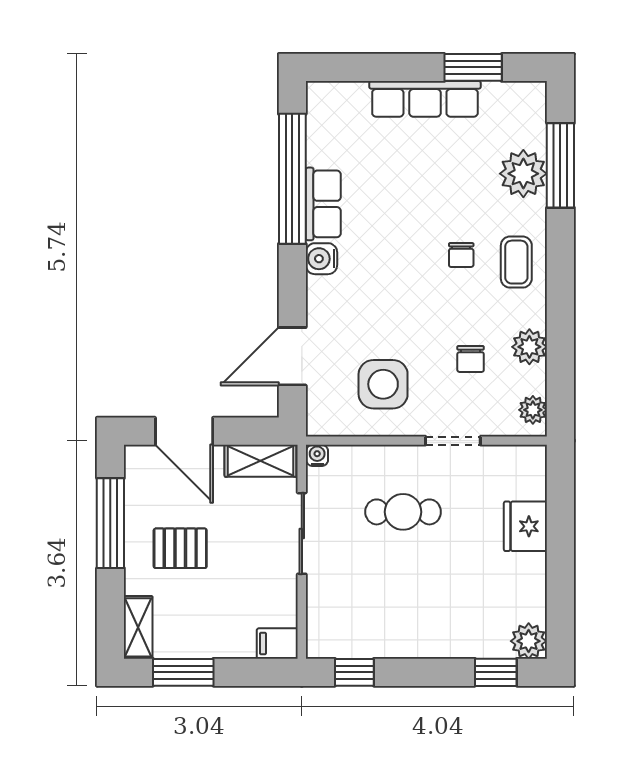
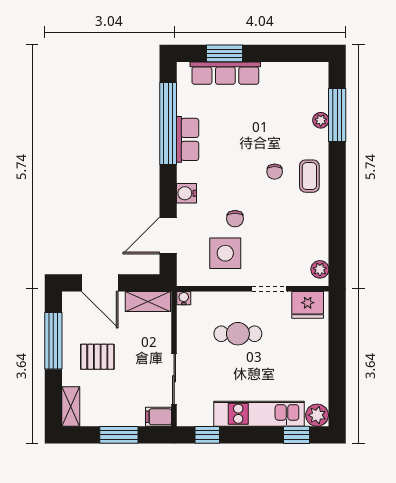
window: (473, 67) -> (224, 53), moved
row of seats: (425, 99) -> (225, 73), moved
plant: (523, 174) -> (321, 120), width x0.53, depth x0.53
water cooler: (321, 259) -> (186, 193), moved
plant: (529, 347) -> (318, 230), removed
chair: (471, 359) -> (235, 219), moved
fridge: (525, 526) -> (308, 305), moved, turned -90
sliding door: (302, 533) -> (174, 379), moved
kitchen unit: (436, 639) -> (259, 414), added
window: (183, 672) -> (119, 435), moved

